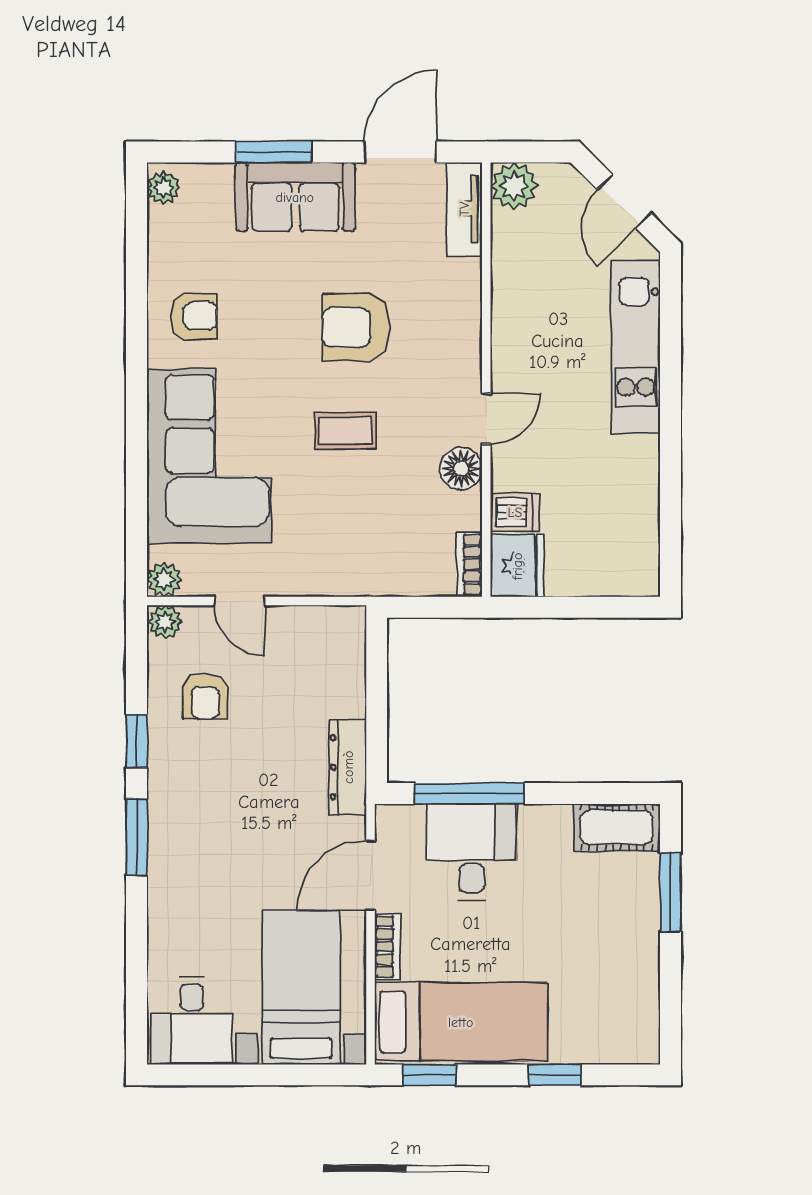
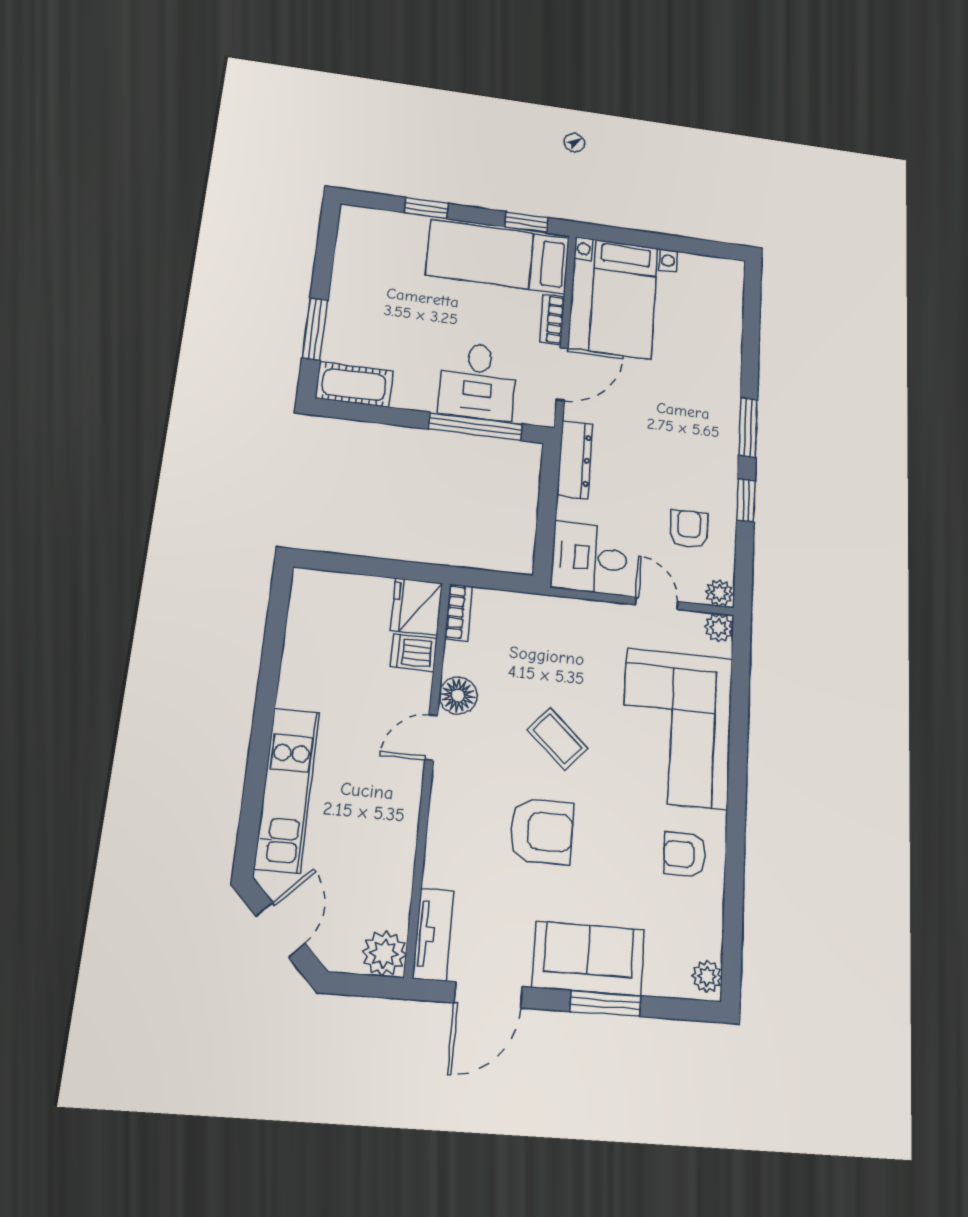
coffee table: (345, 431) -> (557, 739), turned 42
desk: (192, 1021) -> (589, 558), moved, turned -90

